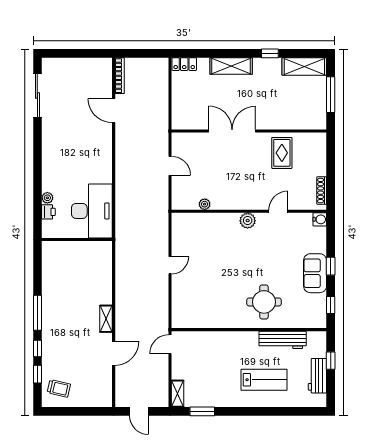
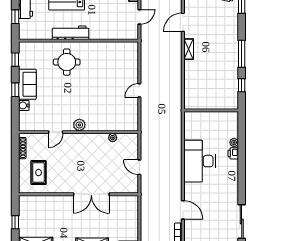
window: (331, 95) -> (15, 222), width x0.46
rug: (282, 153) -> (39, 173), moved
desk: (92, 211) -> (200, 161), moved
printer: (48, 212) -> (233, 153), moved
water cooler: (320, 219) -> (24, 105), moved
workbench: (283, 340) -> (71, 33), moved
door: (170, 344) -> (139, 17), moved
window: (37, 348) -> (242, 85), moved

